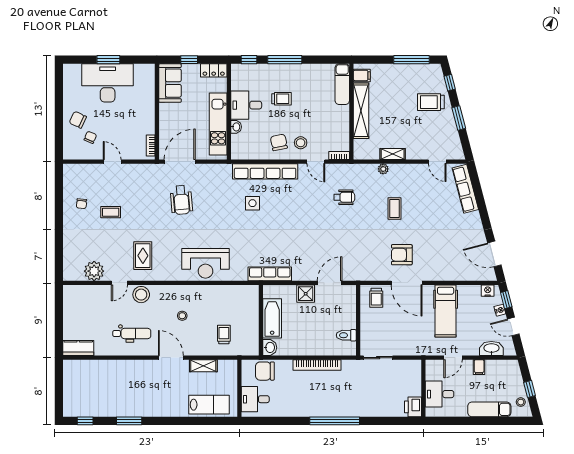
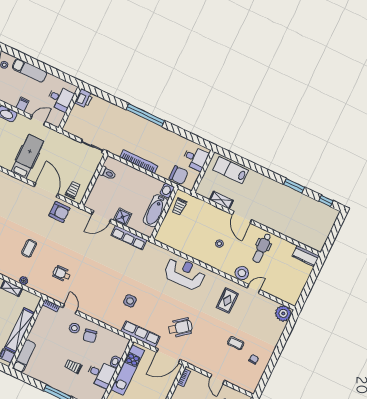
row of seats: (265, 171) -> (141, 334), moved, width x0.73
wheelchair: (181, 200) -> (180, 328), turned 57
armchair: (402, 255) -> (59, 212), moved
plant: (94, 271) -> (283, 313), moved
row of seats: (270, 274) -> (129, 238), moved
dental chair: (132, 334) -> (262, 248), turned -90
trolley: (224, 334) -> (179, 207), moved

